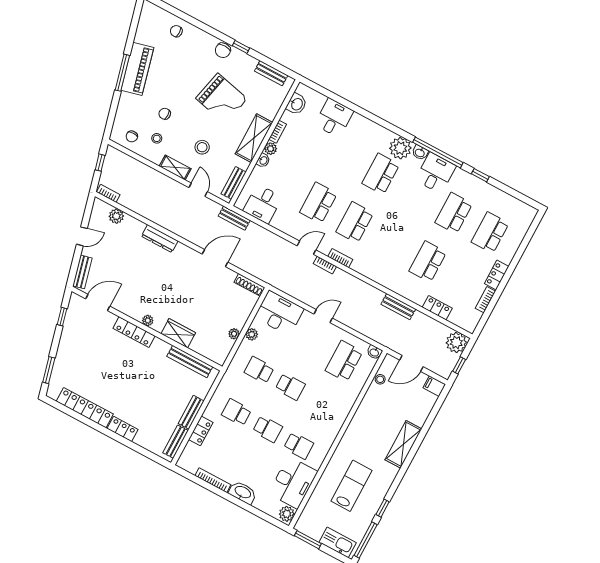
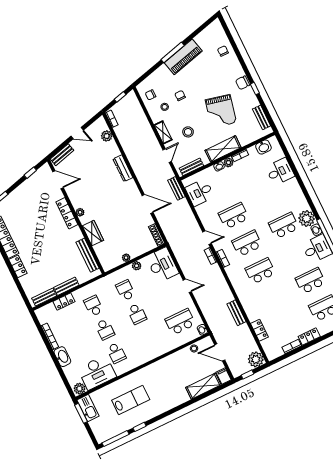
school desk: (428, 262) -> (260, 271), moved
shelving: (403, 444) -> (203, 386), moved
kitchen sink: (338, 542) -> (88, 408), moved

